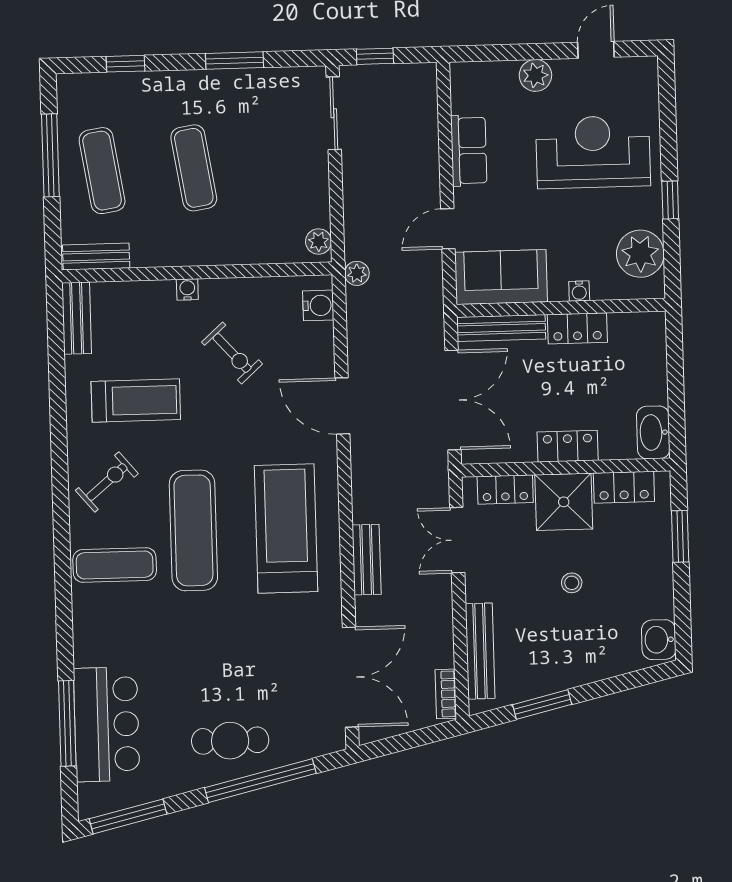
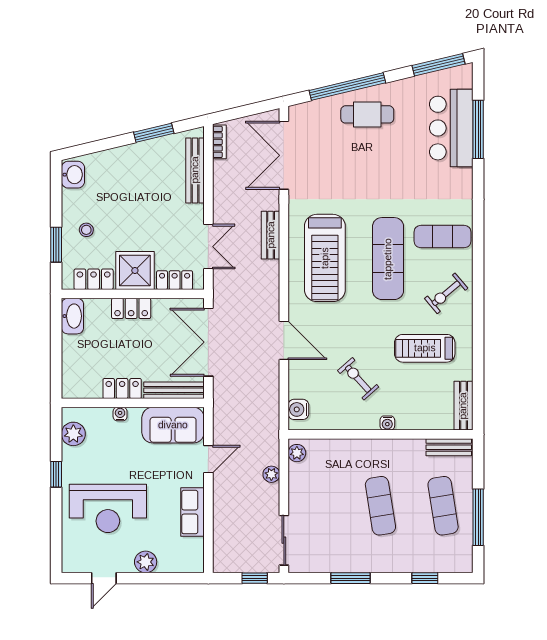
plant: (640, 254) -> (73, 434), width x0.73, depth x0.73
plant: (357, 273) -> (271, 474), moved
stool: (572, 583) -> (86, 230), moved

